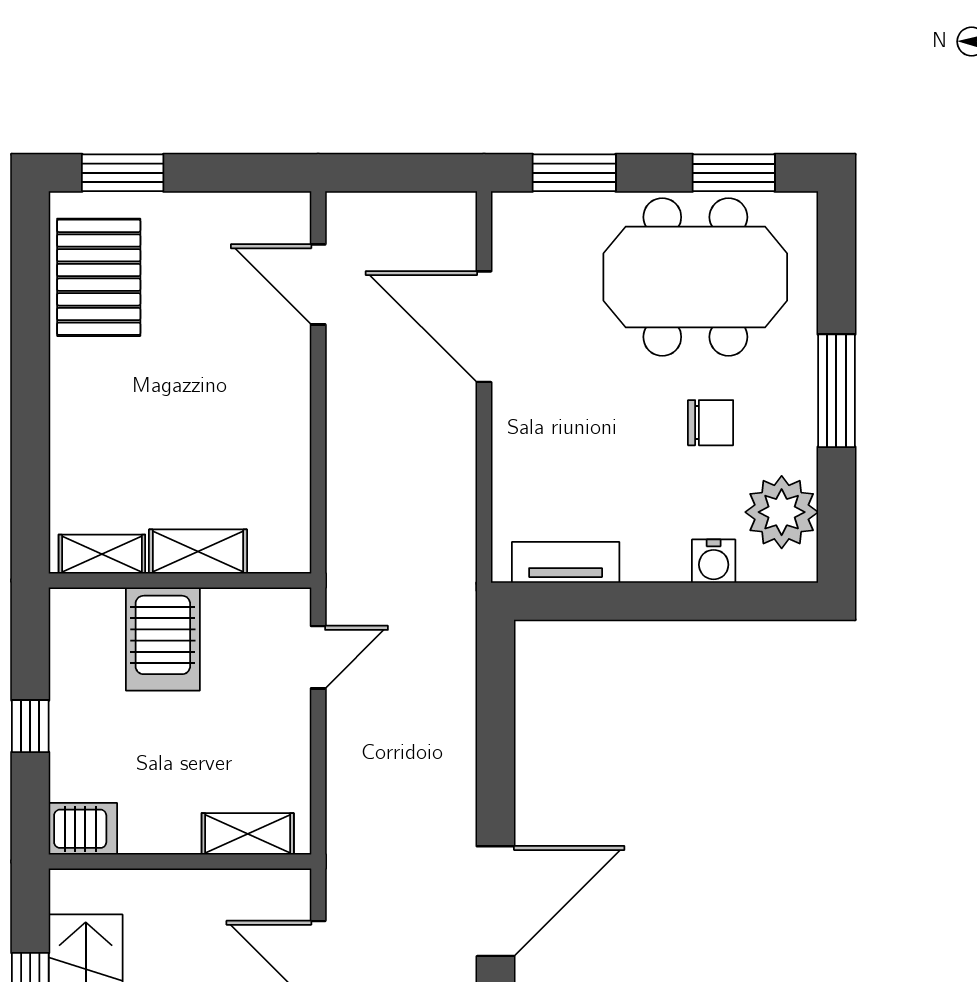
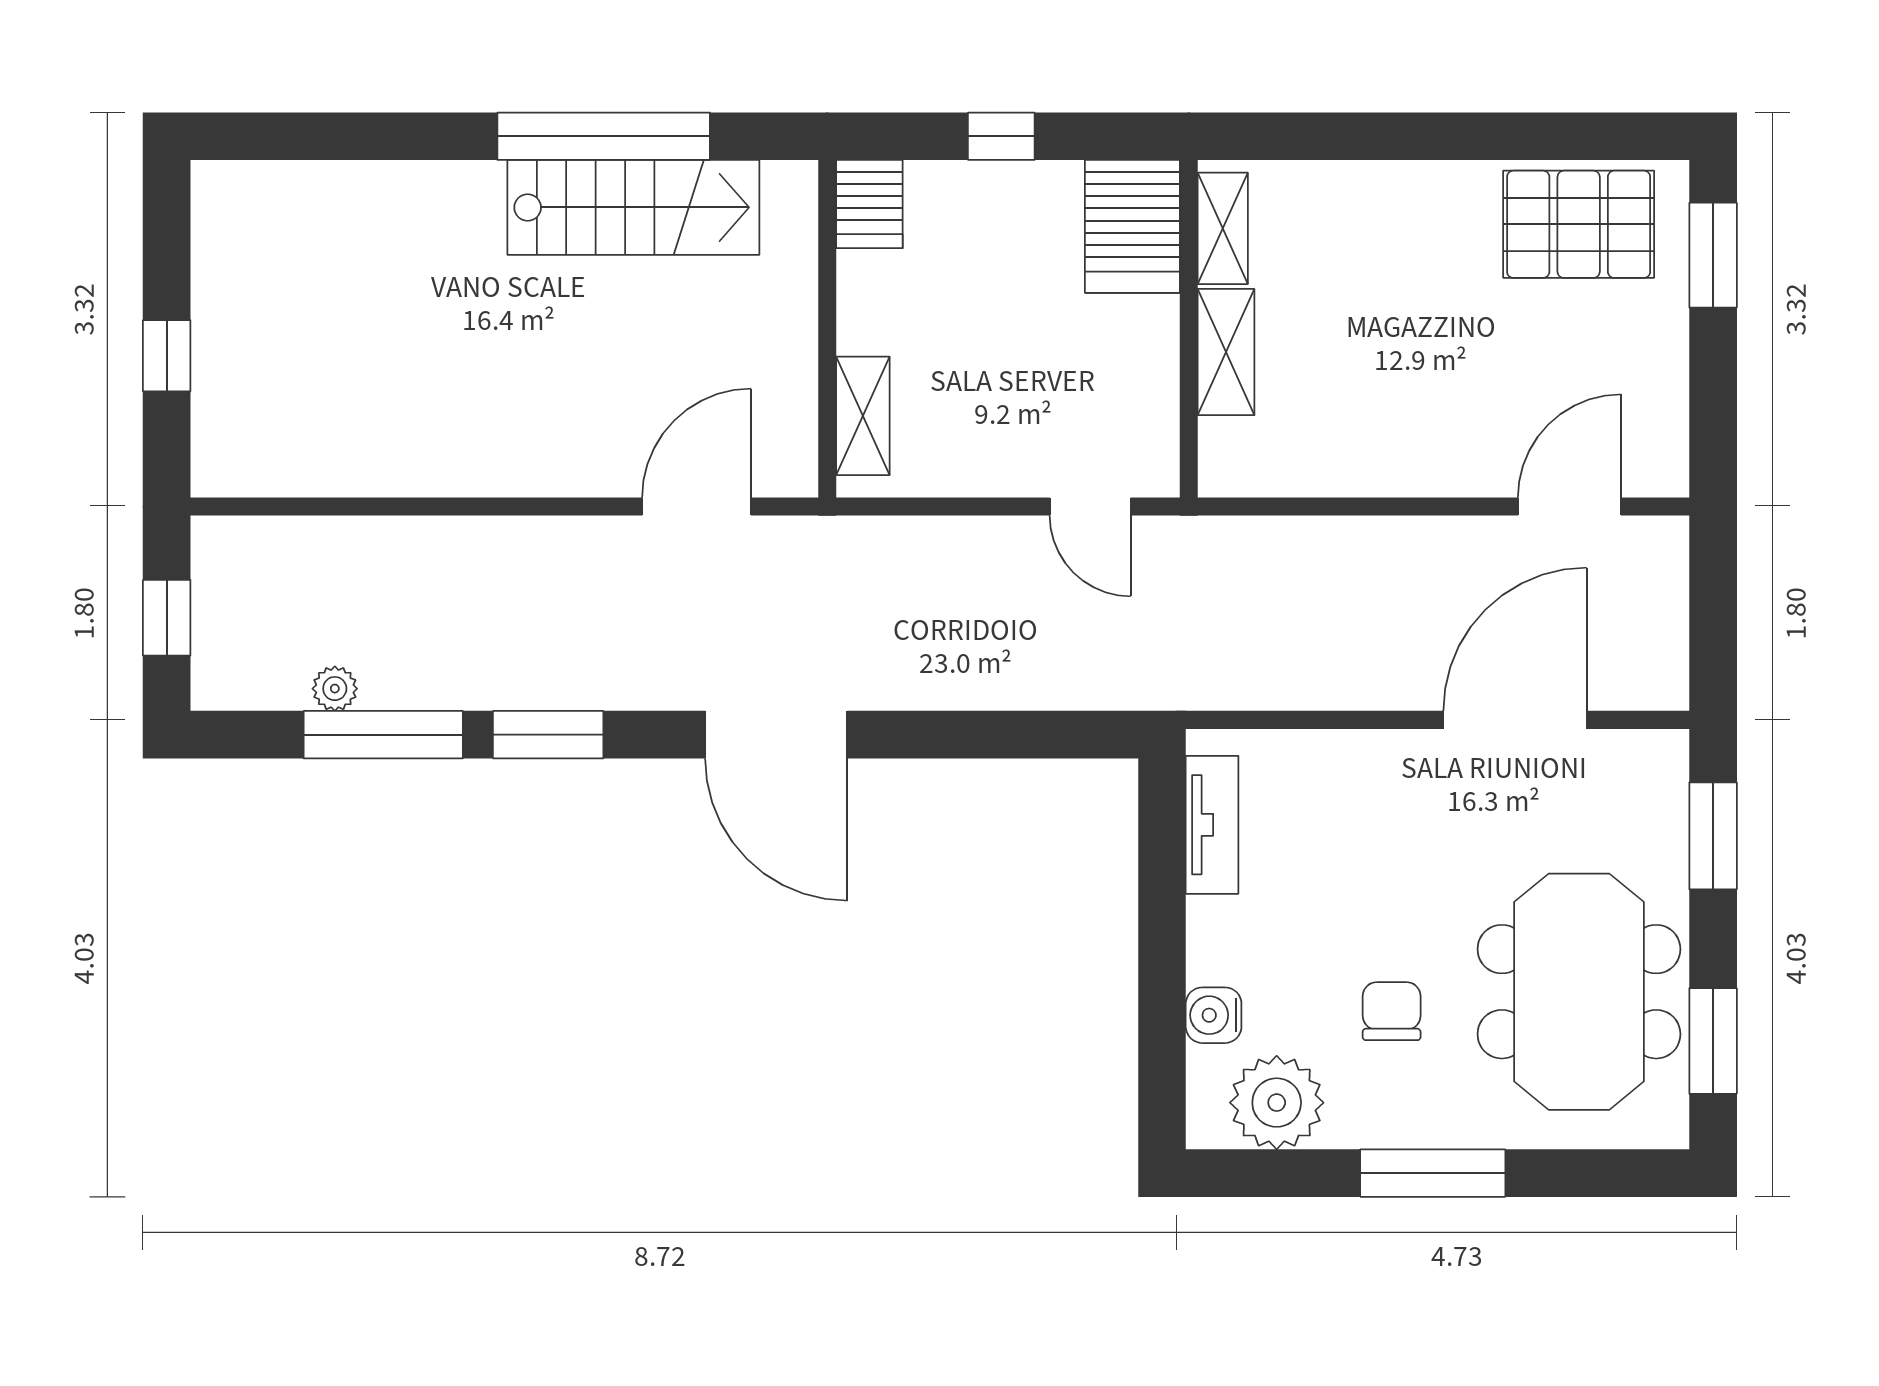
chair: (711, 423) -> (1392, 1011), turned 180
server rack: (163, 639) -> (1132, 226), moved, turned -90

